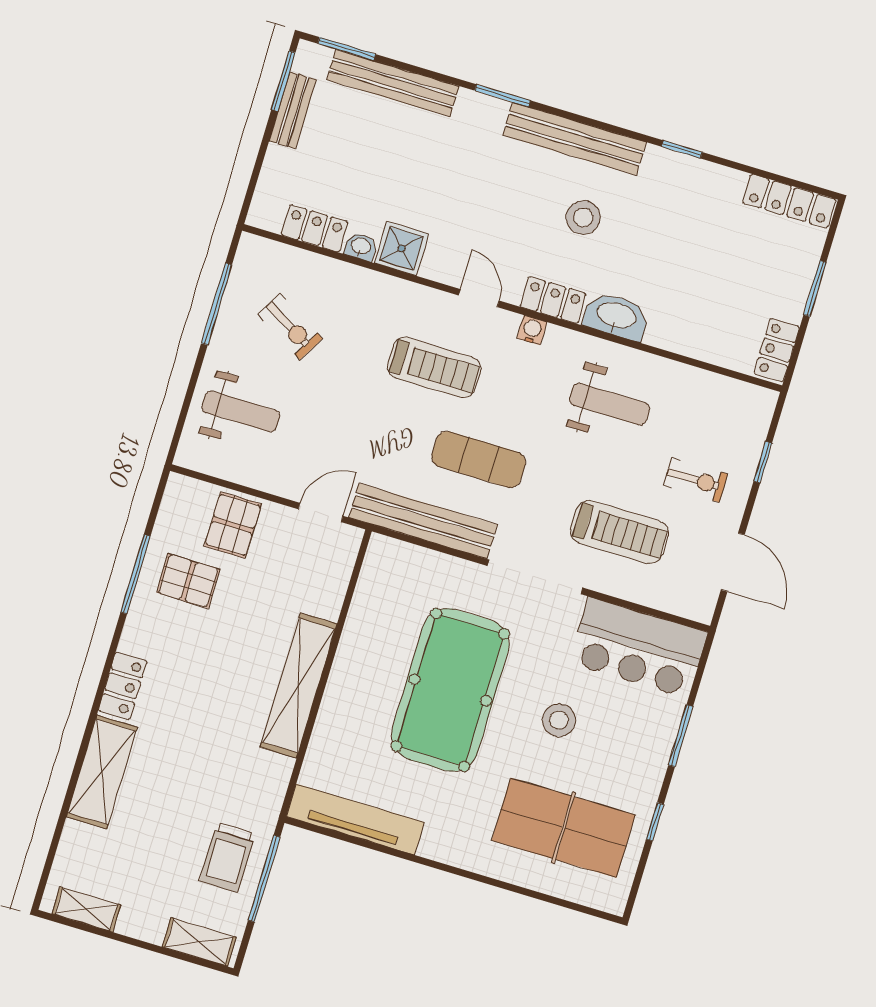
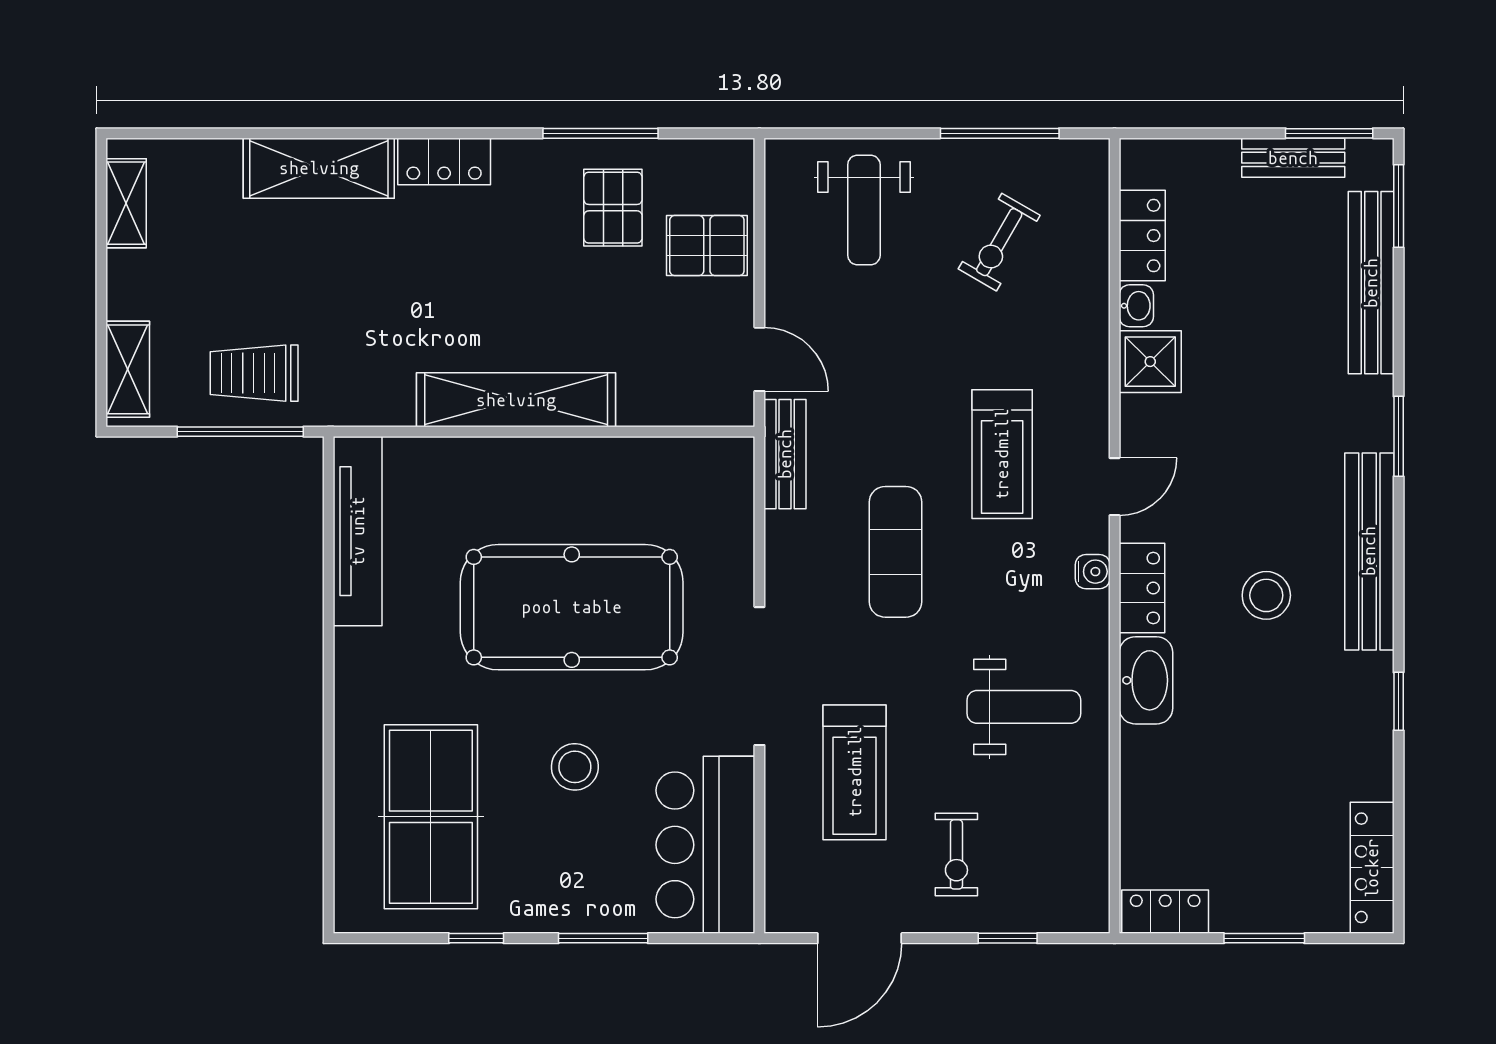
weight bench: (610, 404) -> (1024, 707), turned -90
bench: (423, 521) -> (785, 454), width x0.54, depth x0.82

